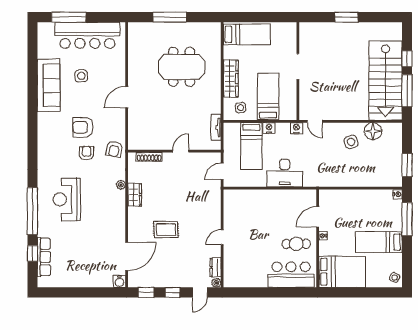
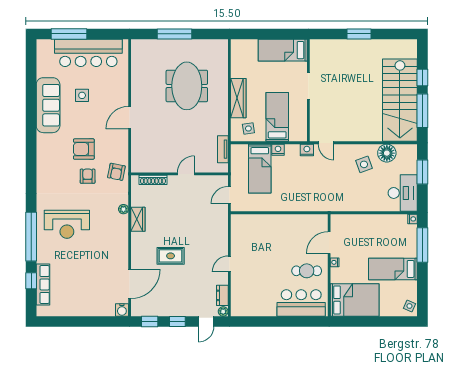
bed: (247, 34) -> (283, 50), moved, turned 180
meeting table: (182, 67) -> (187, 86), turned 90
window: (407, 165) -> (422, 172), moved
desk: (285, 173) -> (403, 193), moved, turned -90
reception desk: (67, 199) -> (67, 224), turned -90

